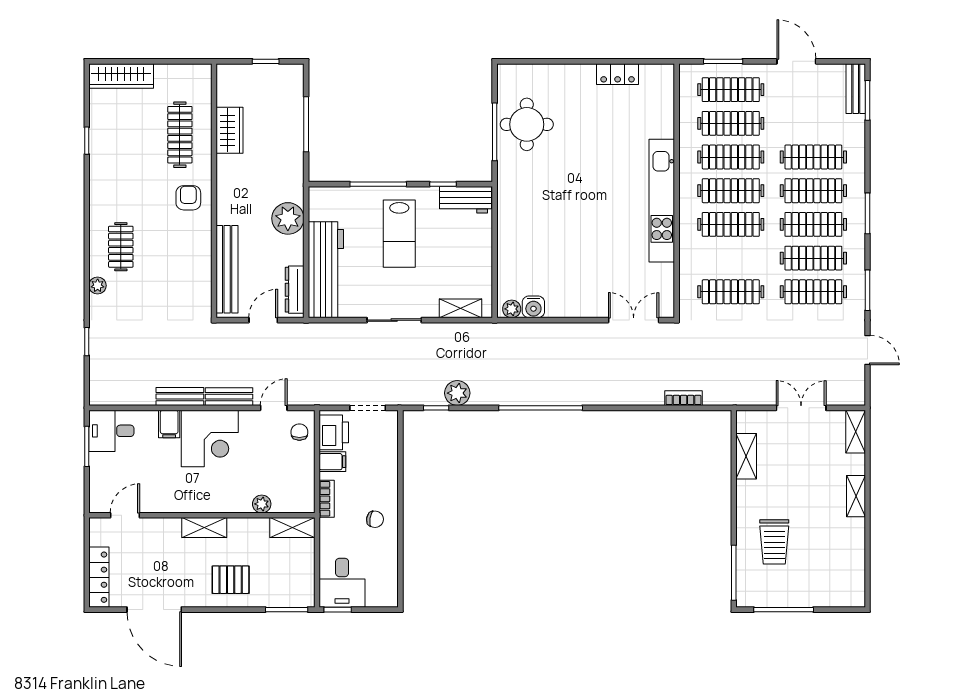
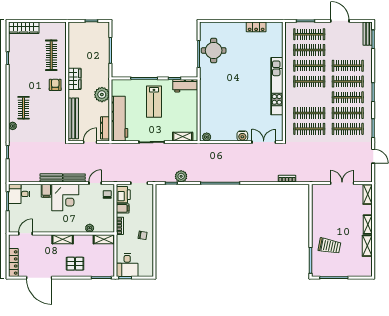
wardrobe: (230, 130) -> (74, 79), moved
clothes rail: (731, 224) -> (309, 113), moved
water cooler: (533, 307) -> (242, 136), moved
shelving: (746, 456) -> (367, 246), moved
trolley: (774, 542) -> (329, 246), turned -79

